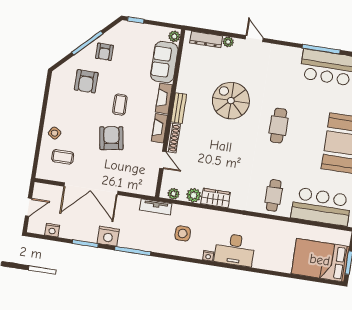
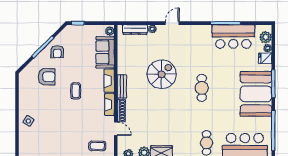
door: (254, 39) -> (172, 23), hinge flipped
armchair: (86, 81) -> (47, 77), turned -90
spiral stairs: (231, 101) -> (162, 74), turned 90
armchair: (111, 138) -> (73, 118), removed
coffee table: (63, 157) -> (97, 146), moved

